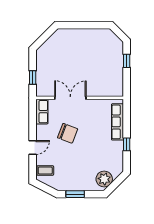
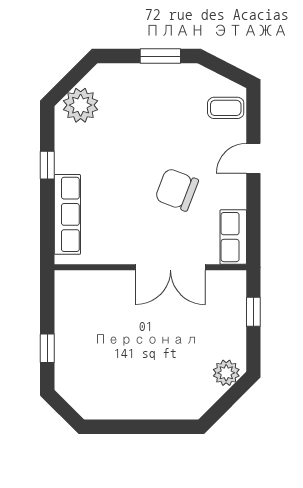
plant: (45, 50) -> (226, 373), added
plant: (104, 179) -> (81, 105), moved

